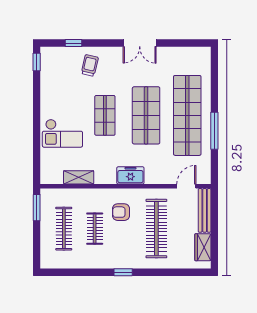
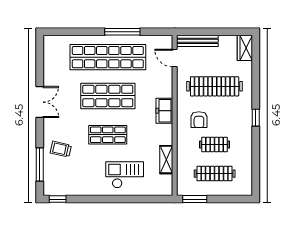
window: (73, 43) -> (40, 164), width x2.17
checkout: (62, 133) -> (125, 175), turned -90
wardrobe: (203, 247) -> (245, 48), moved, turned 90

